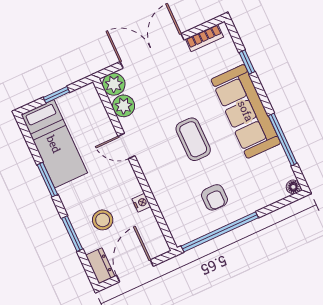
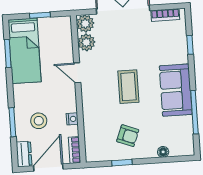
sofa: (246, 111) -> (176, 90), width x0.73
window: (47, 180) -> (8, 53), moved
floor lamp: (293, 187) -> (163, 152), moved
armchair: (214, 197) -> (128, 136), turned -69
window: (220, 232) -> (122, 163), width x0.32
bookcase: (158, 238) -> (75, 150), added

